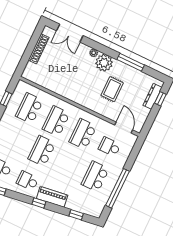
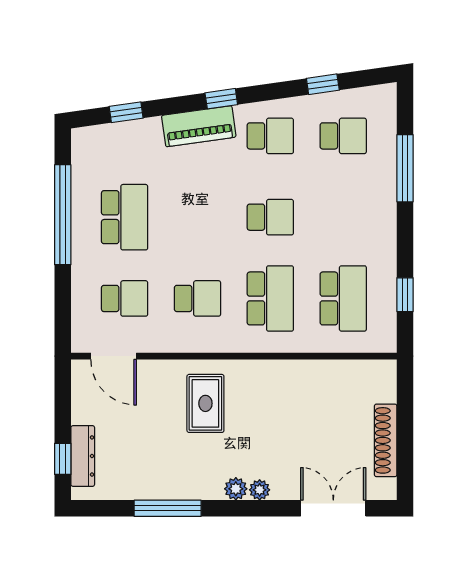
plant: (104, 63) -> (236, 489), width x0.53, depth x0.53
rug: (112, 89) -> (205, 403), moved
school desk: (83, 134) -> (197, 298), width x0.54
school desk: (42, 151) -> (270, 217), width x0.54

